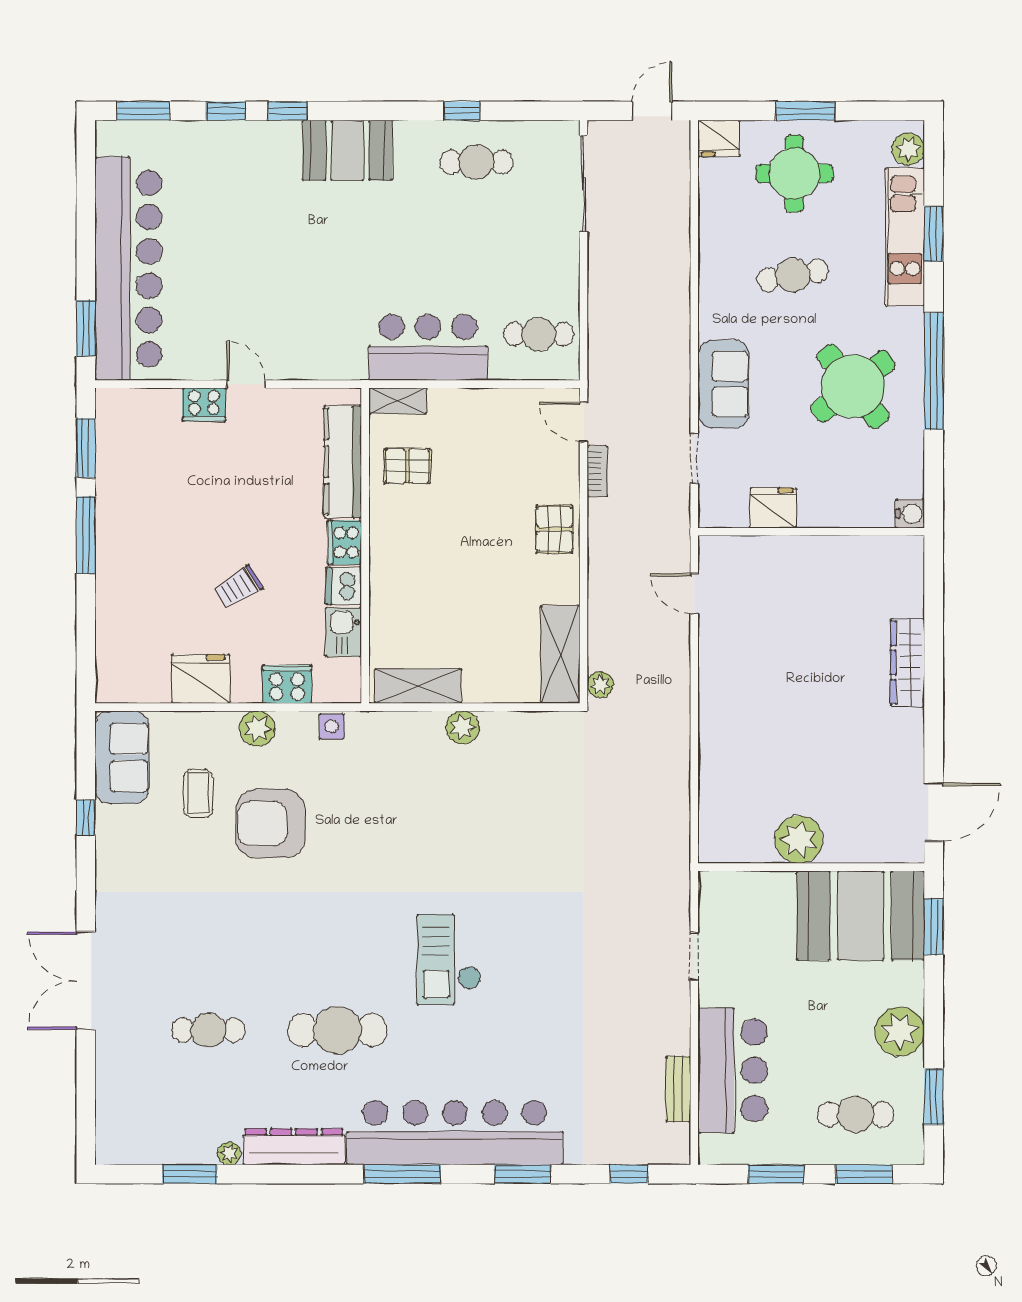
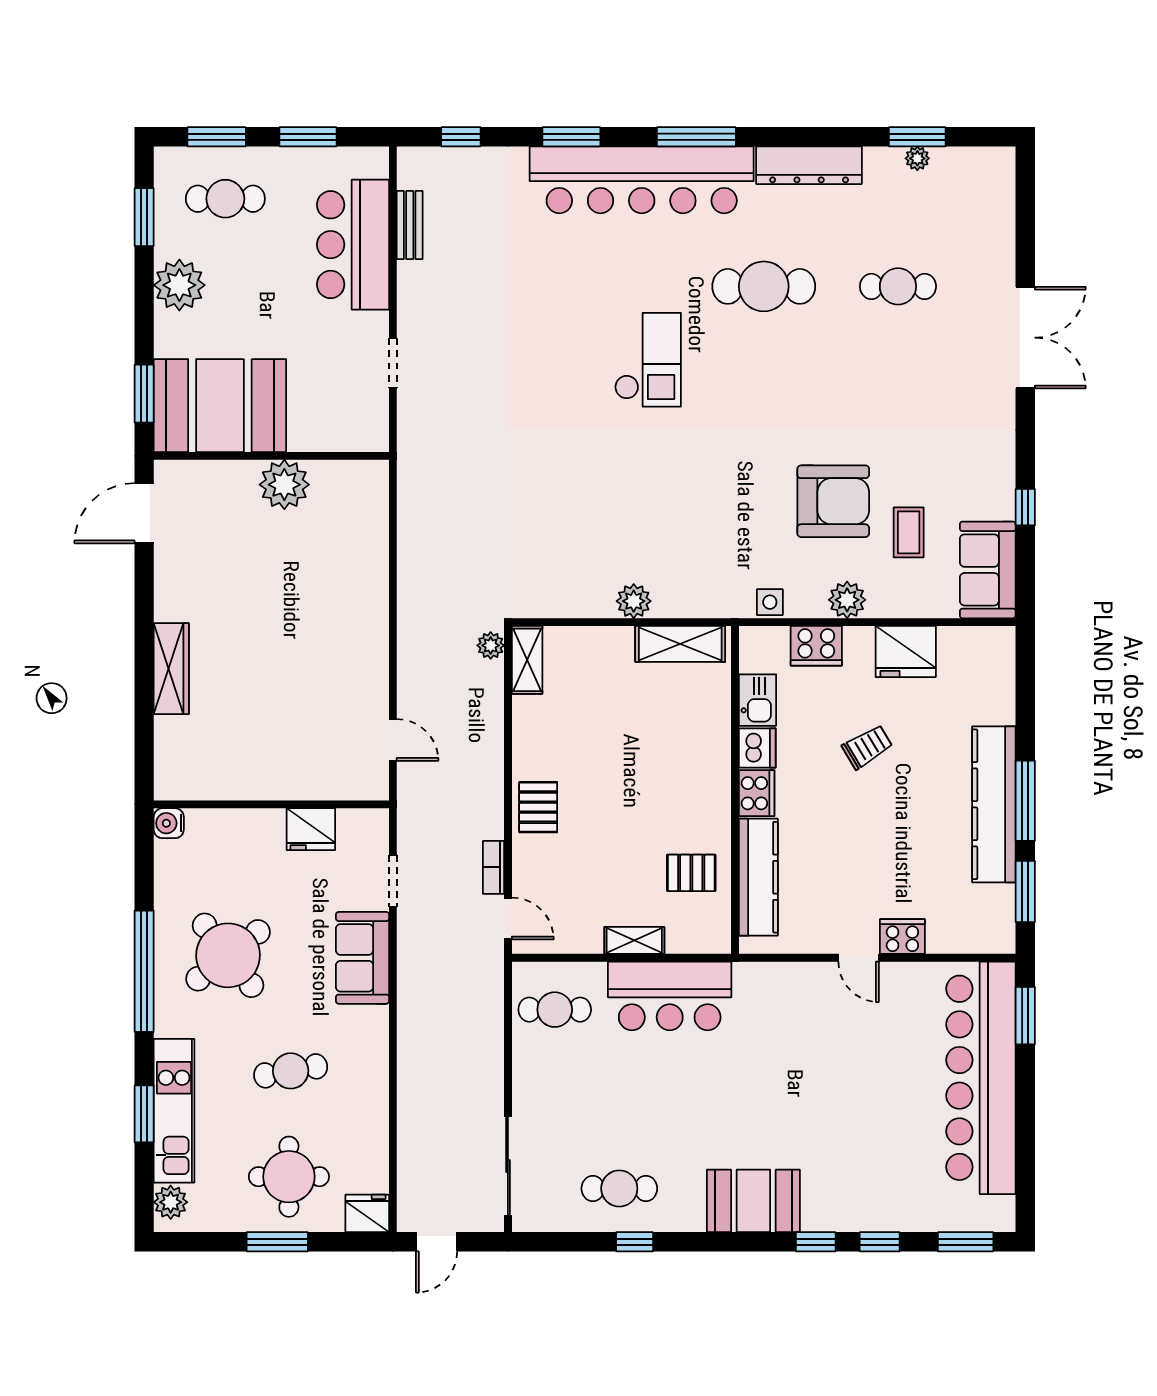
shelving: (398, 401) -> (634, 940), moved
kitchen counter: (116, 532) -> (994, 804), added
shelving: (560, 654) -> (527, 660), width x0.67, depth x0.75
plant: (229, 1153) -> (917, 158), moved

